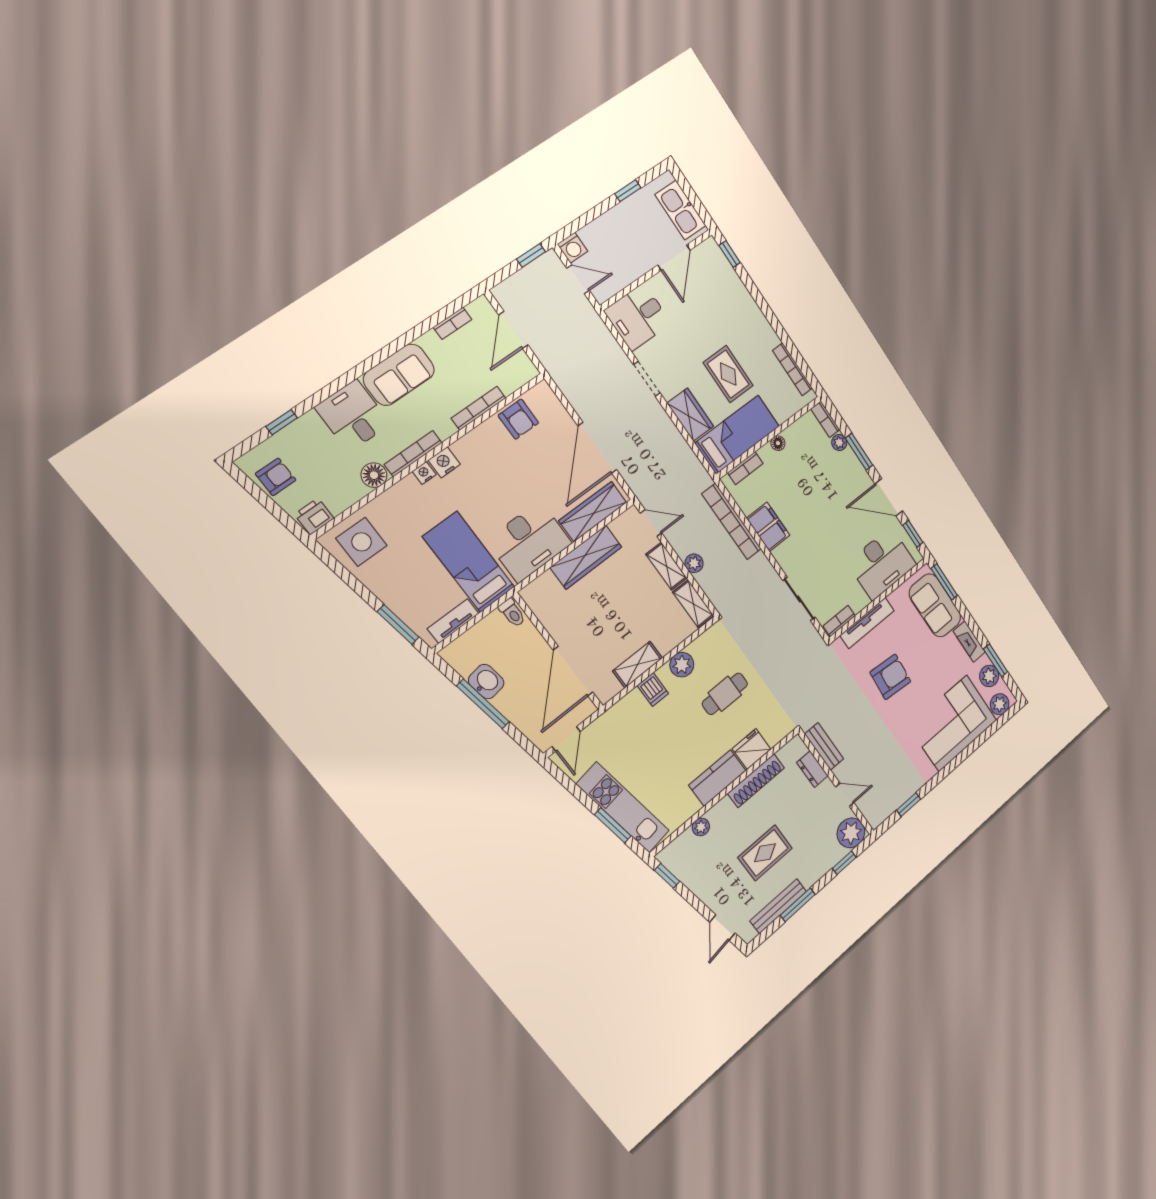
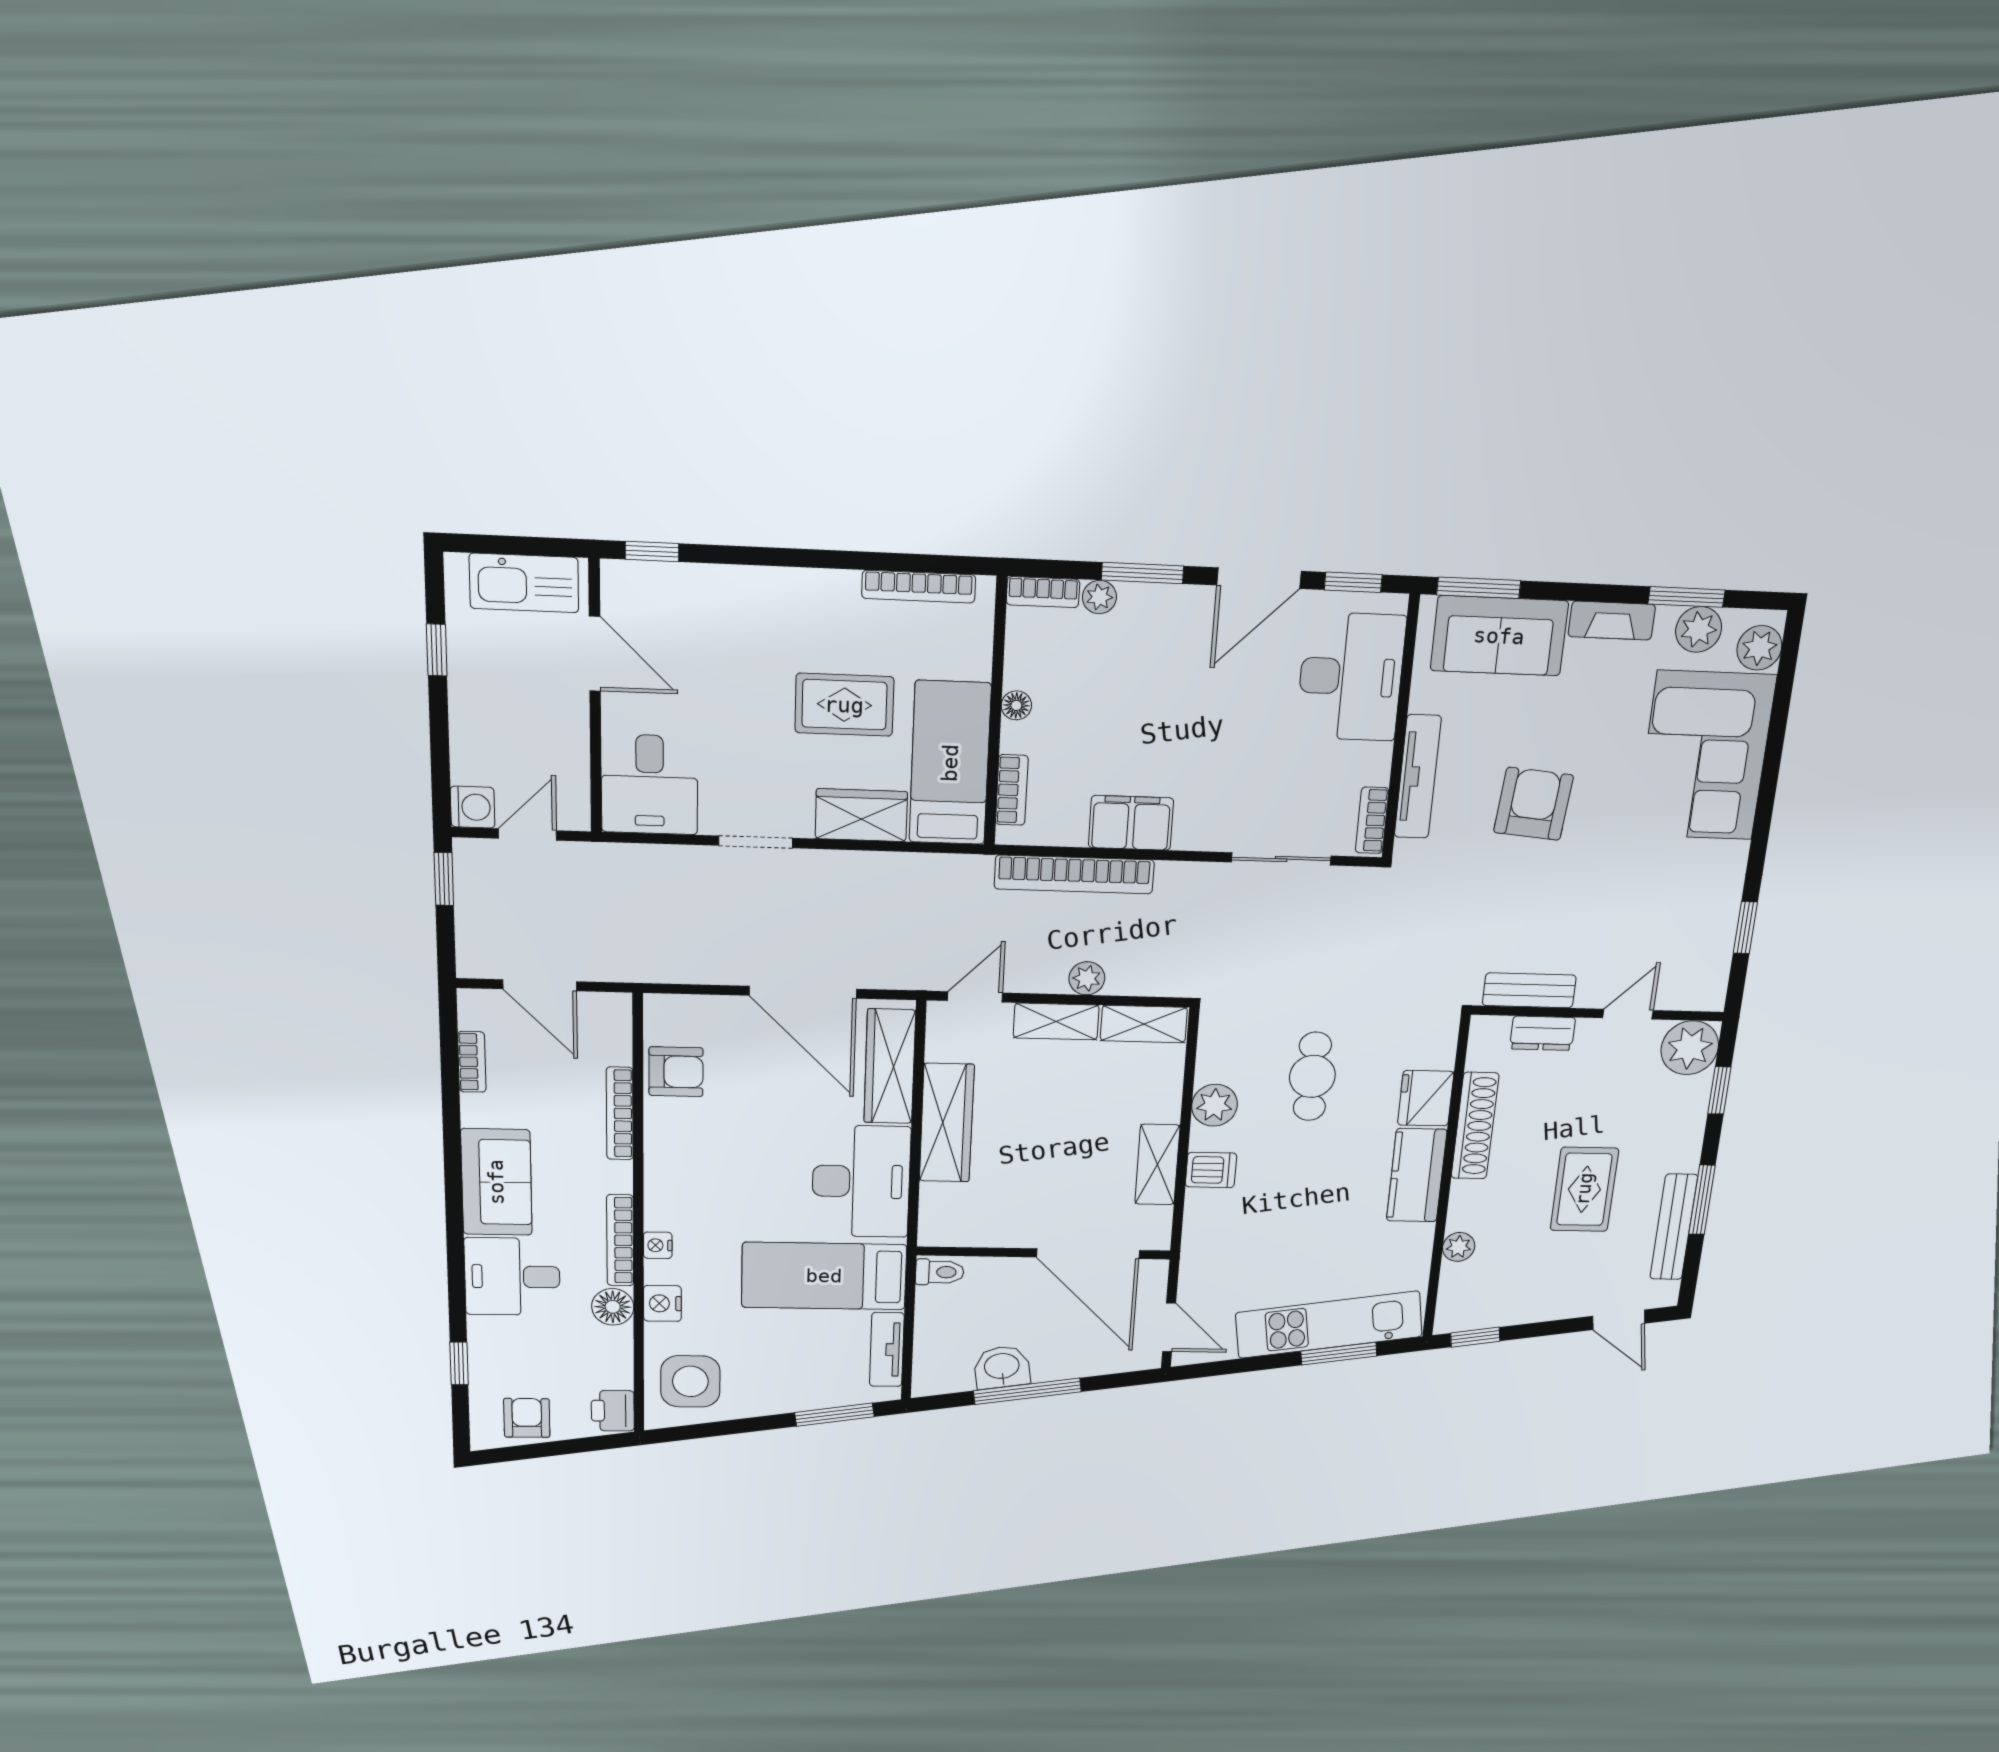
nightstand: (444, 462) -> (662, 1303), moved

